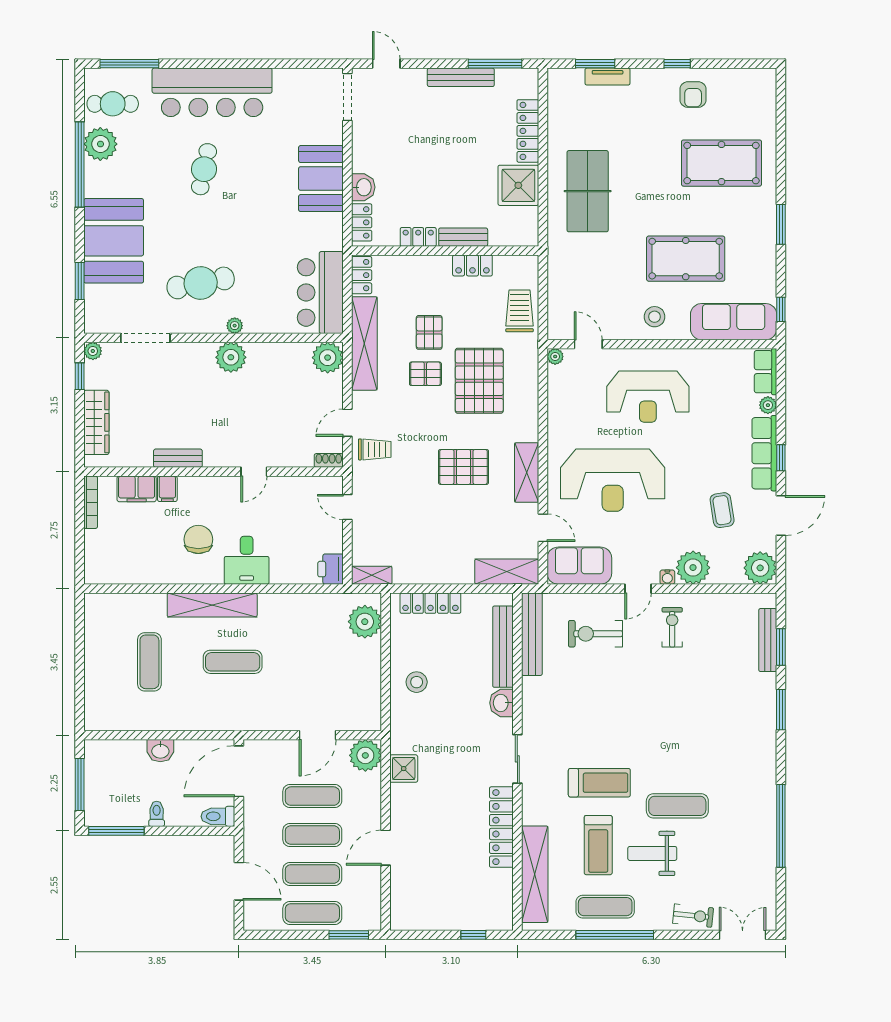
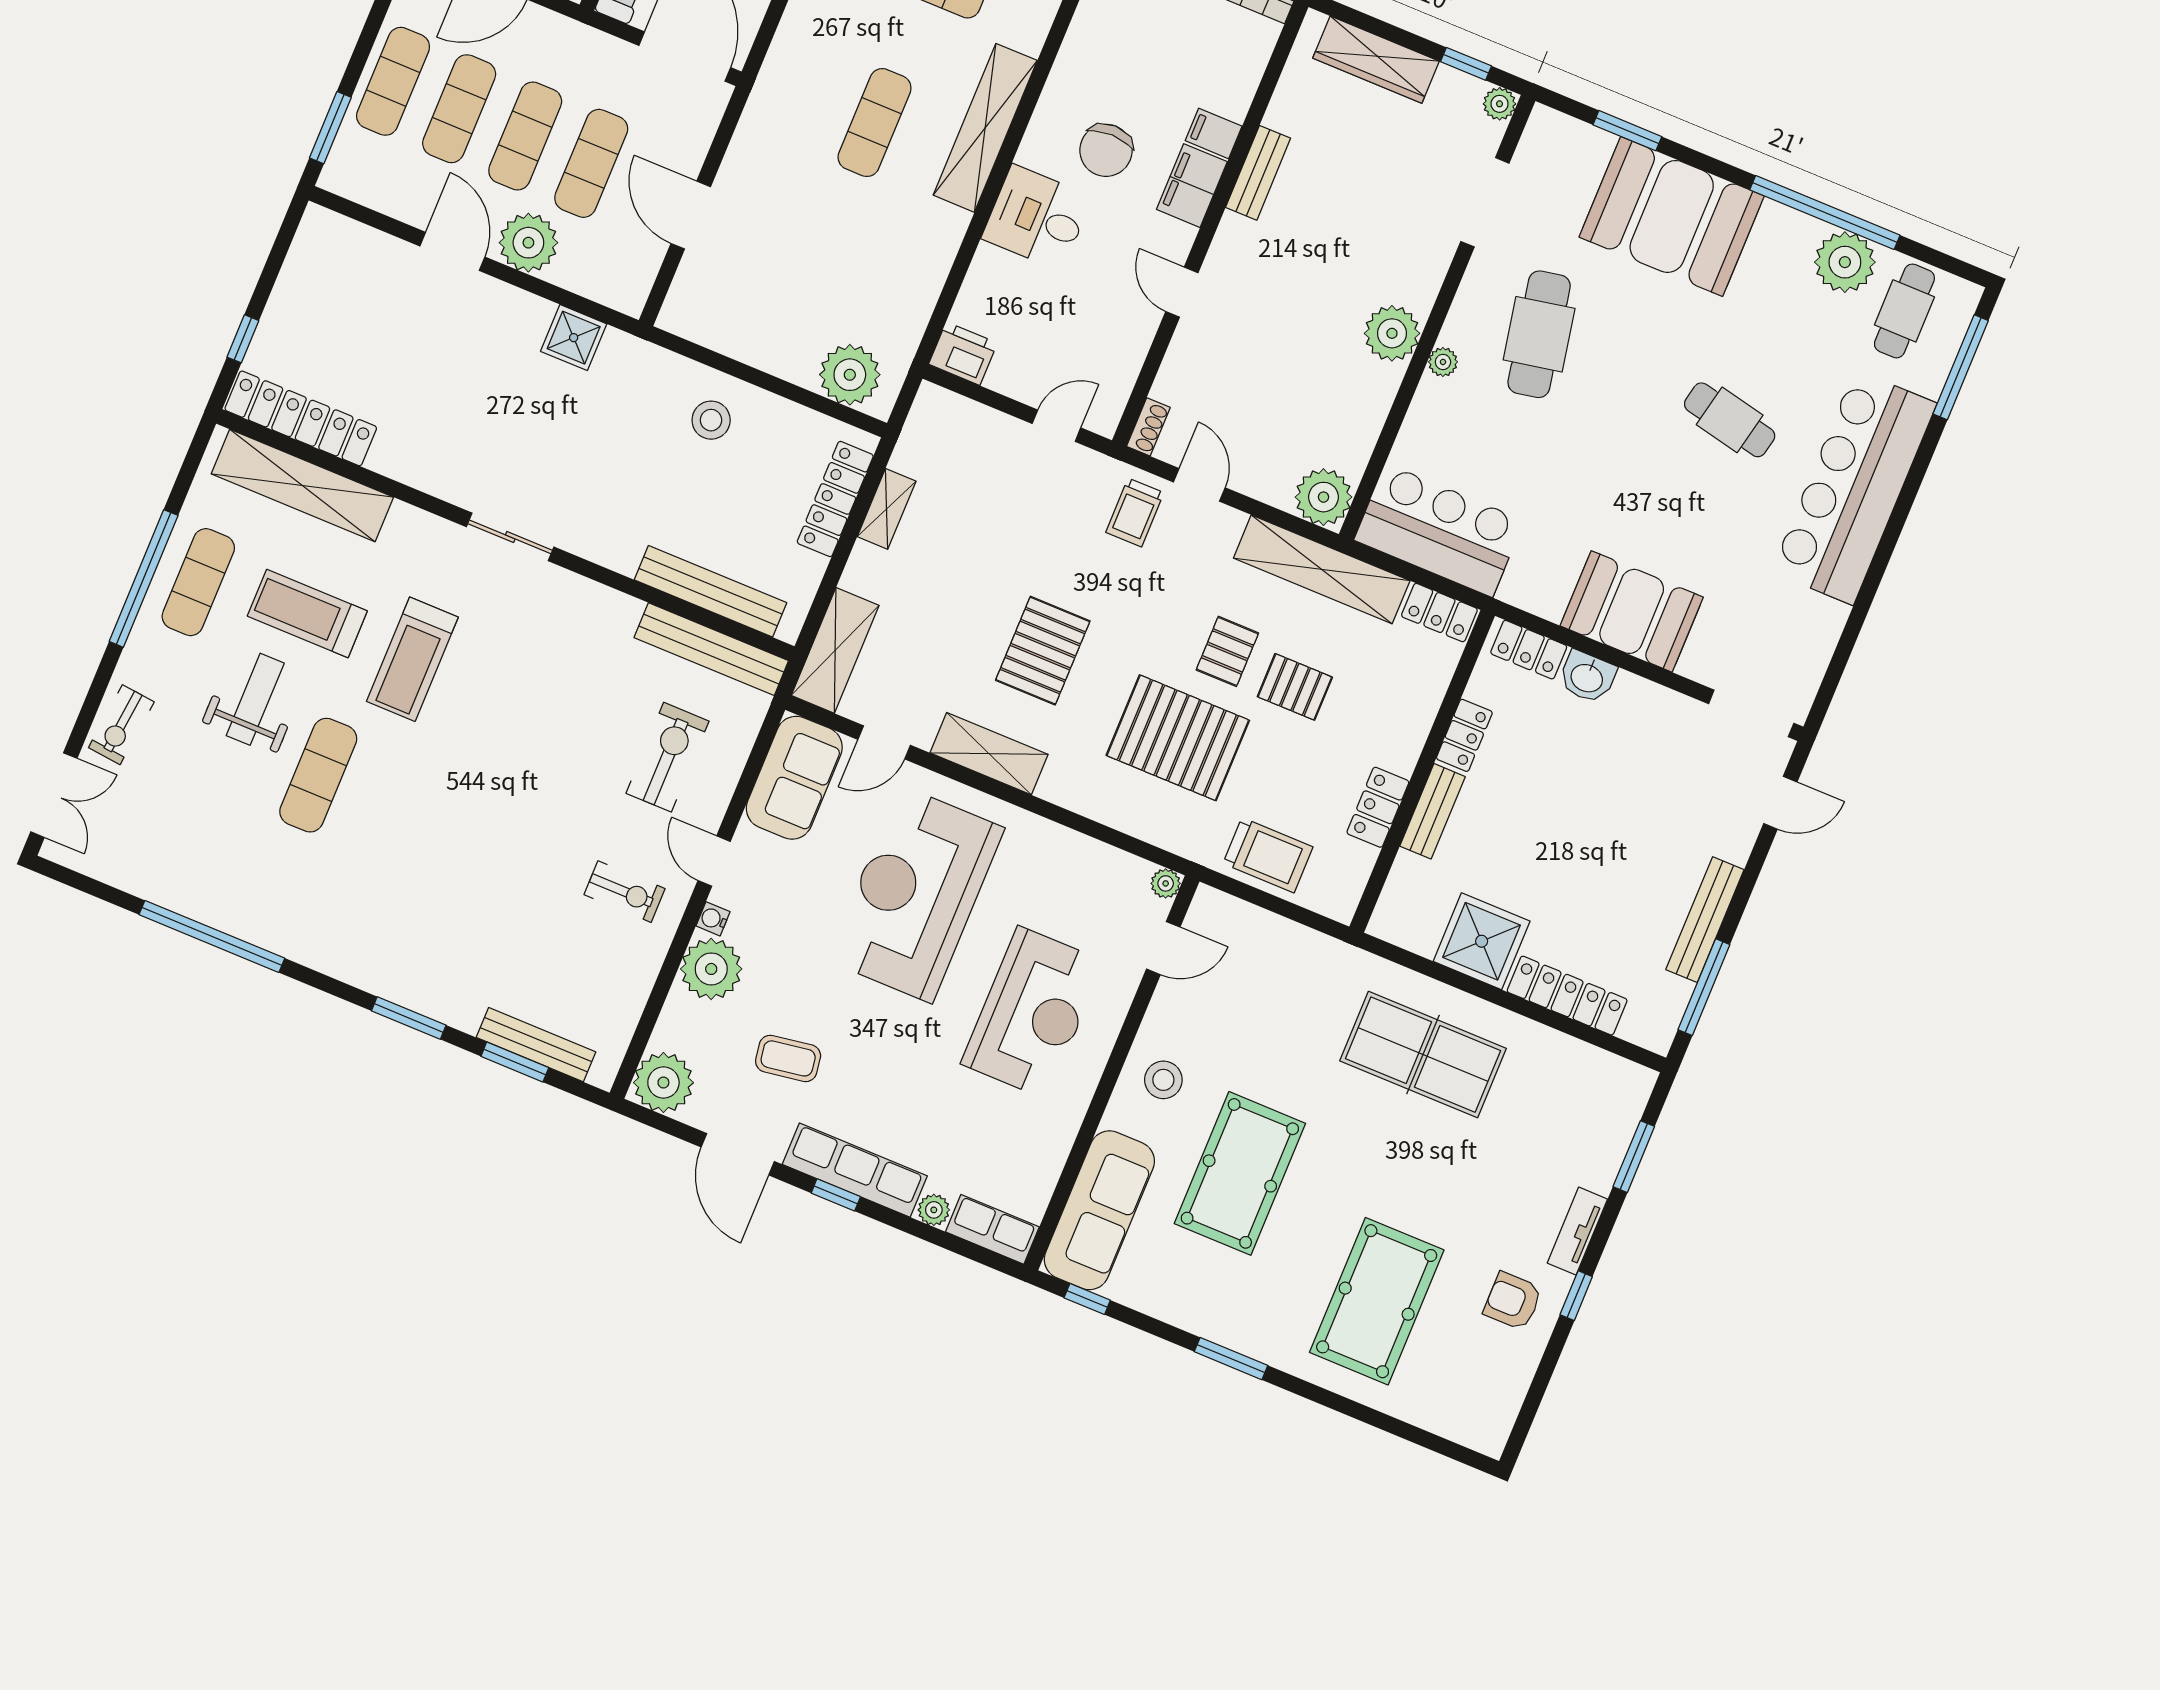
tv unit: (608, 77) -> (1577, 1231), moved
reception desk: (648, 397) -> (1032, 1012), turned 180
filing cabinet: (137, 489) -> (1192, 186), moved
chair: (198, 539) -> (1106, 150), turned 90
shelving: (372, 575) -> (887, 509), moved
washbasin: (501, 703) -> (616, 549), removed
plant: (365, 755) -> (528, 243), moved
locker: (501, 827) -> (301, 418), moved

